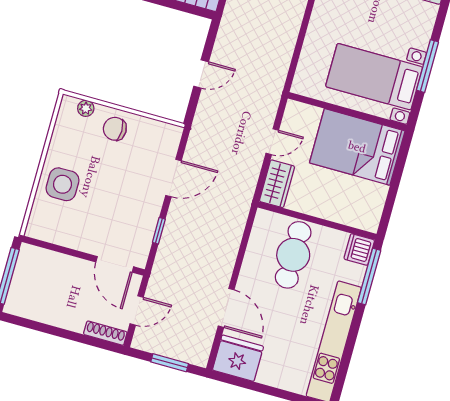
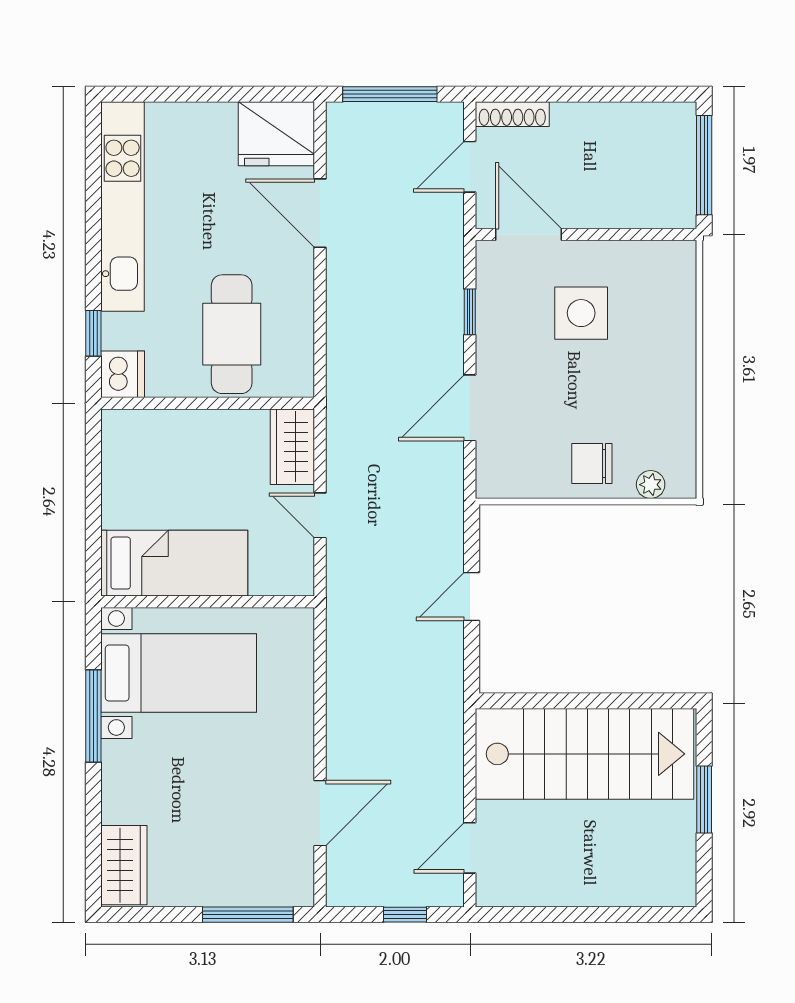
chair: (115, 129) -> (592, 464), turned 180
door: (272, 142) -> (320, 515), hinge flipped
bed: (357, 147) -> (174, 563), width x0.67
side table: (63, 184) -> (581, 313), moved
window: (369, 276) -> (93, 333), width x0.46
window: (170, 363) -> (390, 94), width x1.44

